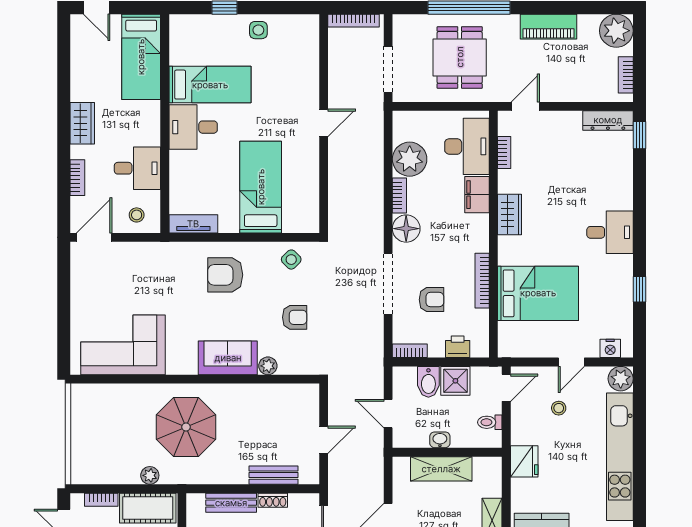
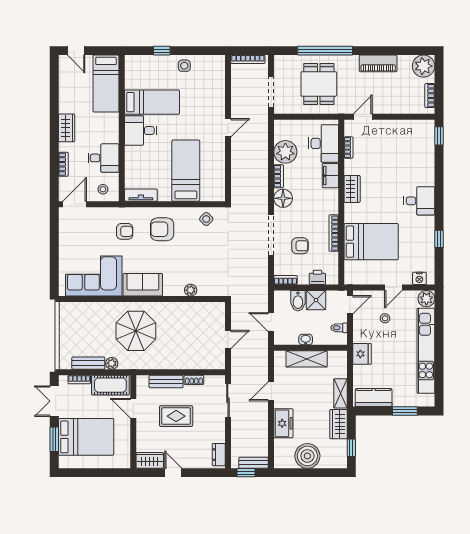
dresser: (608, 120) -> (418, 126), removed
armchair: (295, 317) -> (125, 231), moved
sofa: (228, 358) -> (143, 285), moved
bench: (273, 475) -> (88, 363), moved

